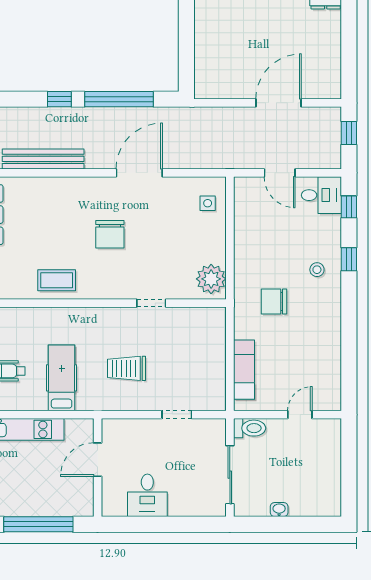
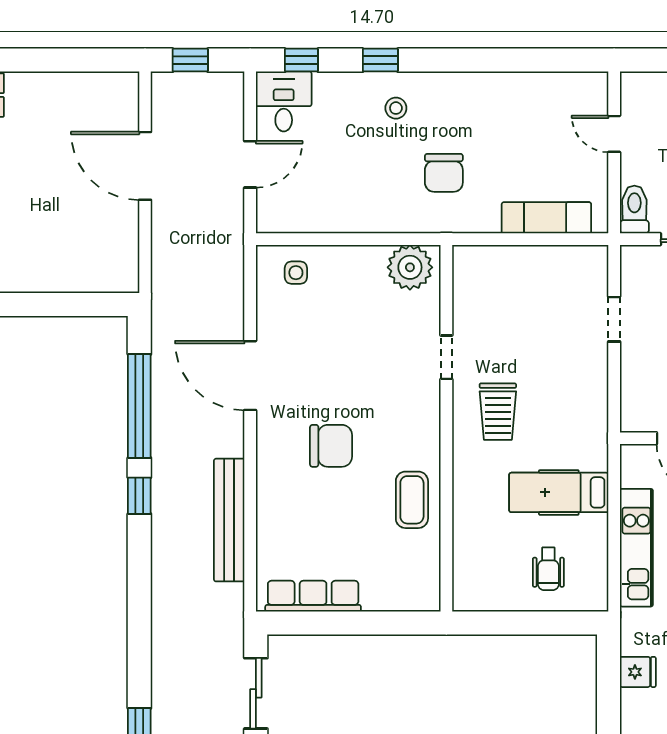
chair: (110, 234) -> (331, 446), moved
trolley: (127, 368) -> (498, 412), moved

